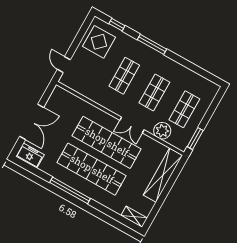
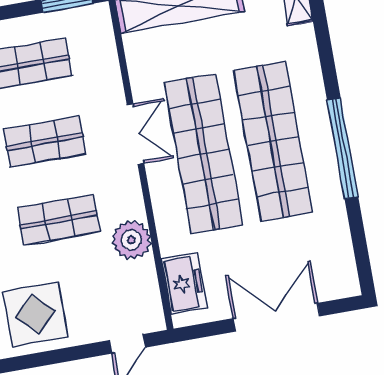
plant: (162, 131) -> (131, 240), moved
freezer: (30, 156) -> (184, 283), moved, turned 180

